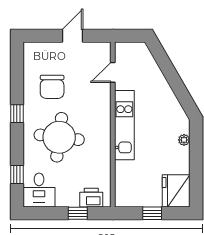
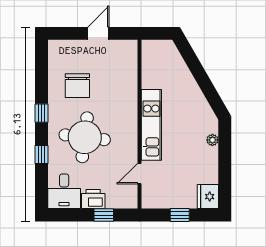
door: (113, 72) -> (139, 174), moved
window: (17, 174) -> (42, 155), moved
fridge: (176, 191) -> (208, 197), width x0.73, depth x0.75
printer: (91, 198) -> (93, 199), moved

